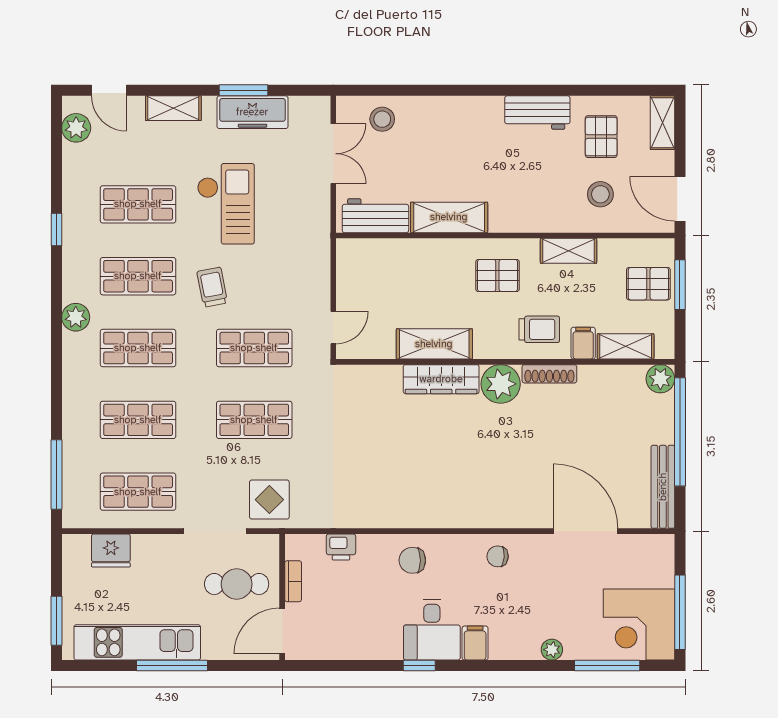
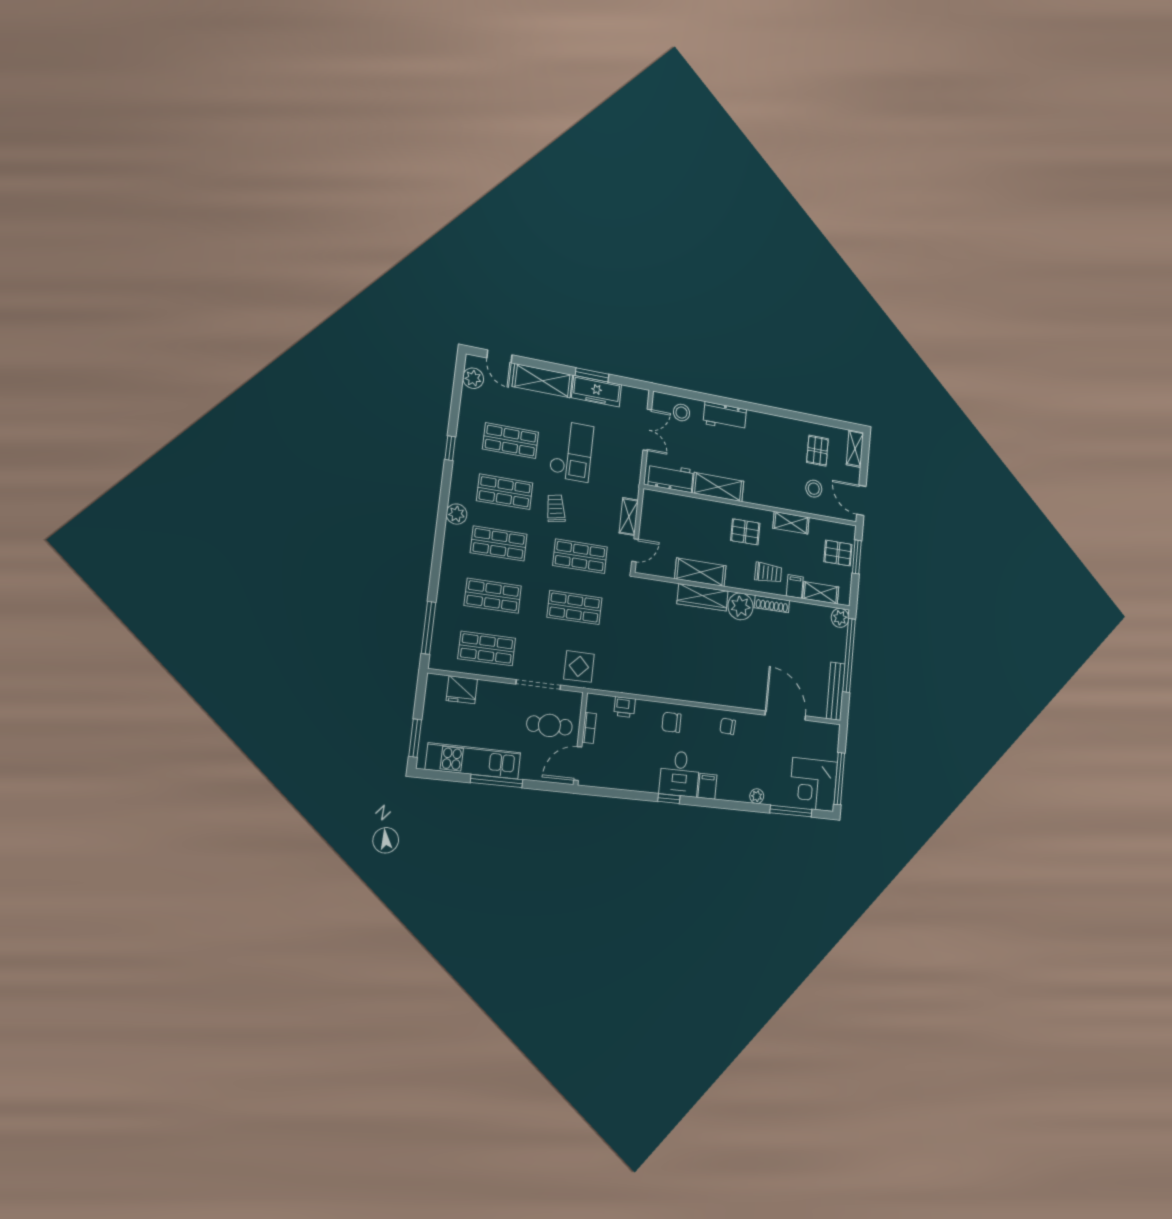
shelving: (173, 108) -> (543, 381), width x1.50, depth x1.33
workbench: (537, 113) -> (725, 416), moved
shelving: (319, 282) -> (629, 517), added

